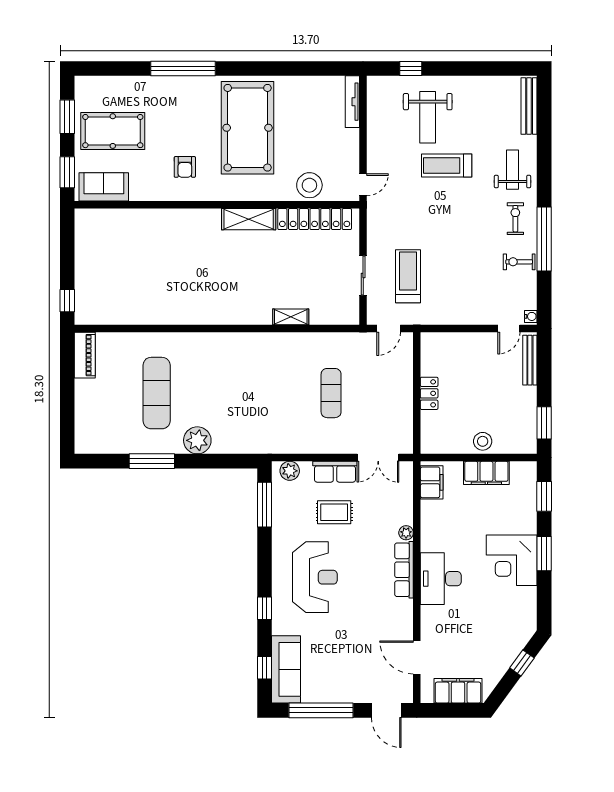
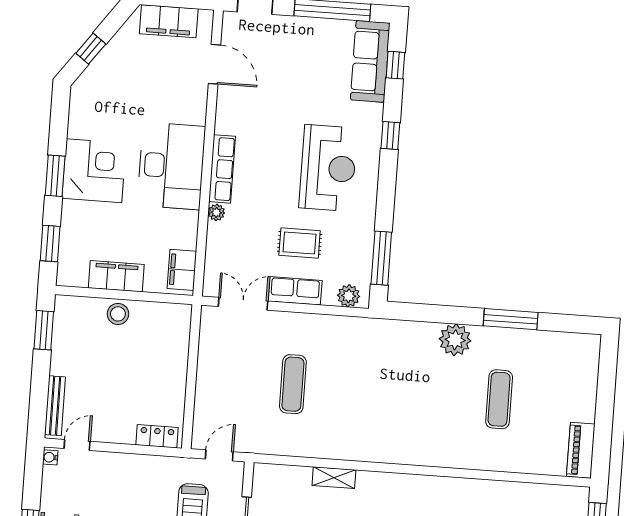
exercise mat: (157, 393) -> (499, 399), width x0.73, depth x0.69
locker: (429, 393) -> (157, 436), moved, turned 90
reception desk: (315, 577) -> (328, 168), turned 180
desk: (441, 579) -> (171, 166), width x1.36, depth x1.30

